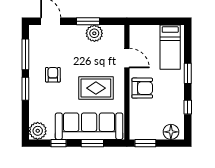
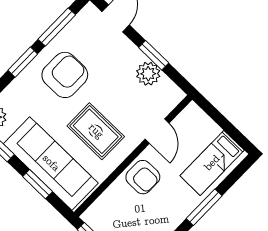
window: (188, 73) -> (204, 207), width x1.44
armchair: (53, 75) -> (65, 75), width x1.88, depth x1.88

